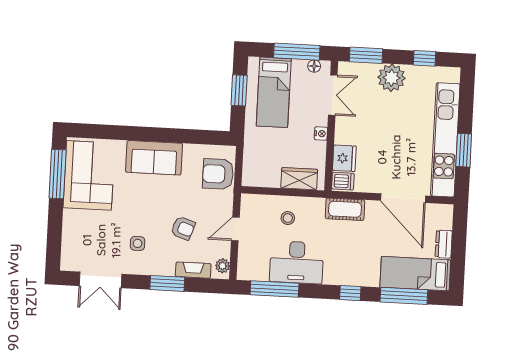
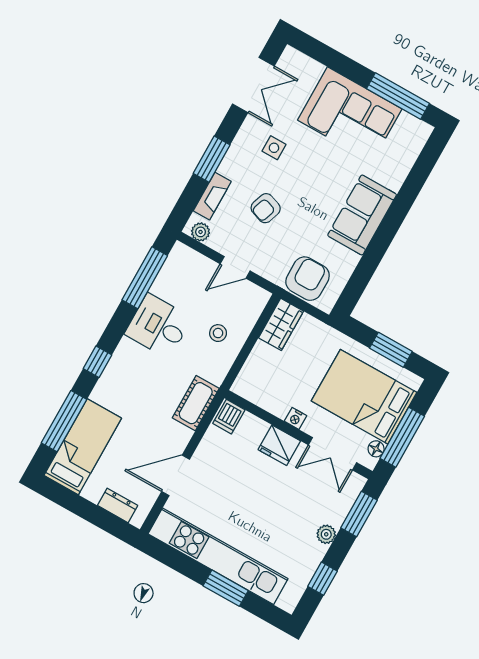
plant: (391, 78) -> (326, 534), width x0.53, depth x0.53
bed: (274, 92) -> (364, 397), width x1.50
window: (464, 150) -> (226, 588), moved
fridge: (344, 158) -> (279, 445), moved
corner sofa: (89, 175) -> (350, 114), moved
wardrobe: (299, 179) -> (281, 324), moved
door: (403, 198) -> (176, 475), width x0.73
door: (235, 229) -> (235, 267), swing flipped
dresser: (444, 244) -> (118, 505), moved
desk: (297, 262) -> (158, 326), width x0.73
double door: (101, 280) -> (253, 85), swing flipped

